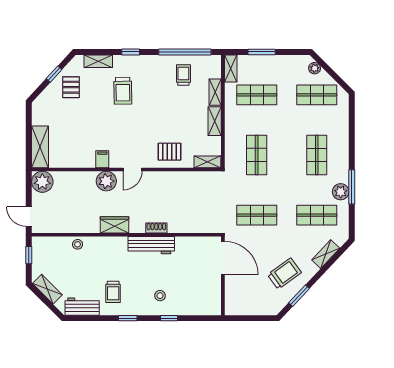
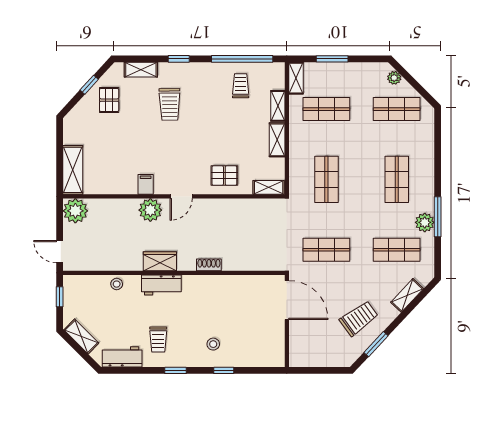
workbench: (151, 245) -> (161, 285), moved, width x0.73

